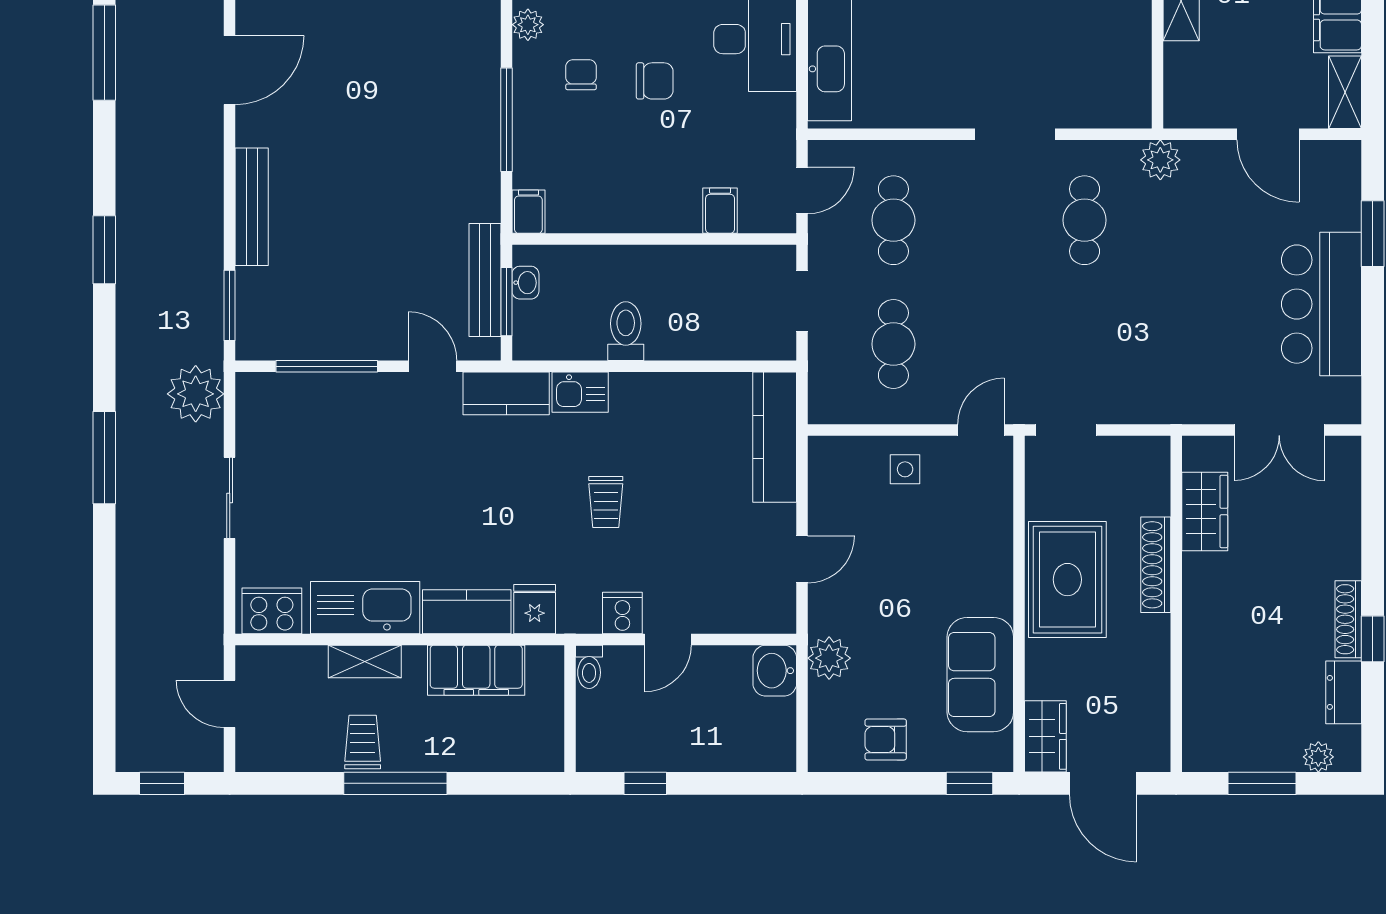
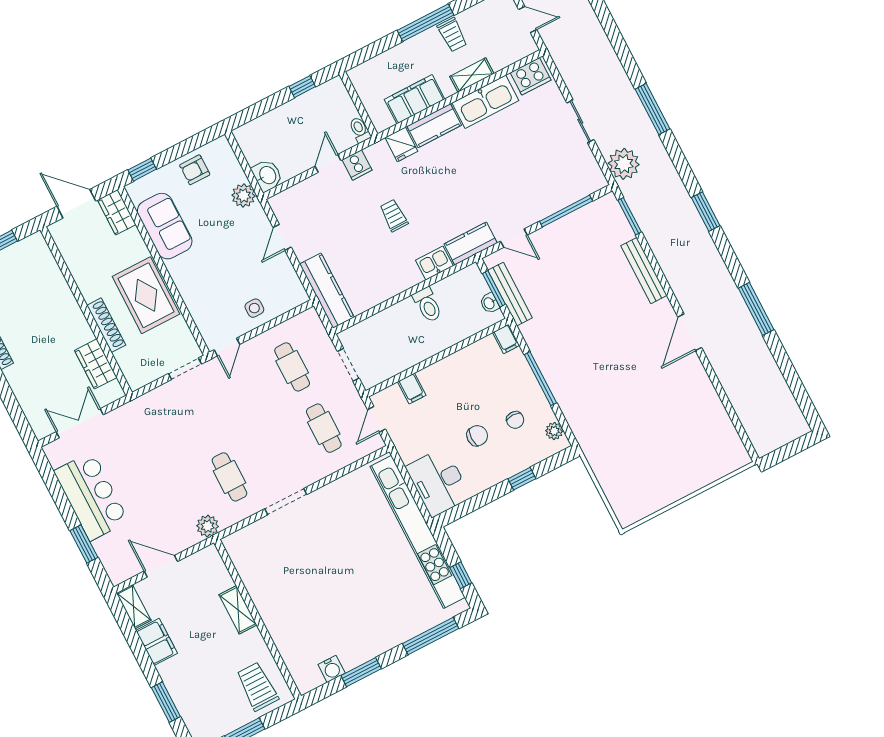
chair: (655, 81) -> (477, 436), turned 180
armchair: (886, 739) -> (195, 170), turned 180

